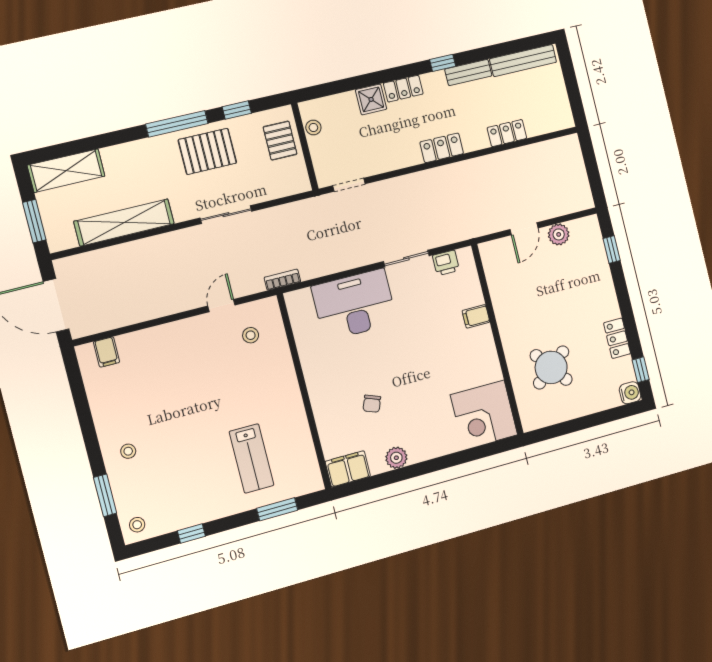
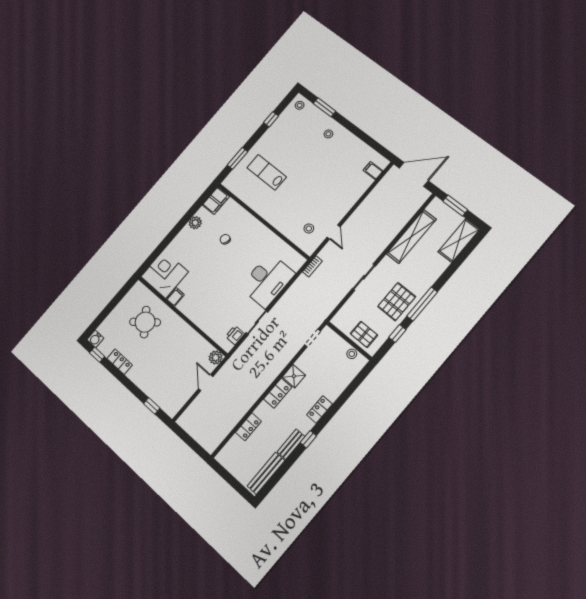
shower: (371, 99) -> (294, 376), moved
plant: (559, 234) -> (216, 357), moved
filing cabinet: (476, 316) -> (175, 297), moved

